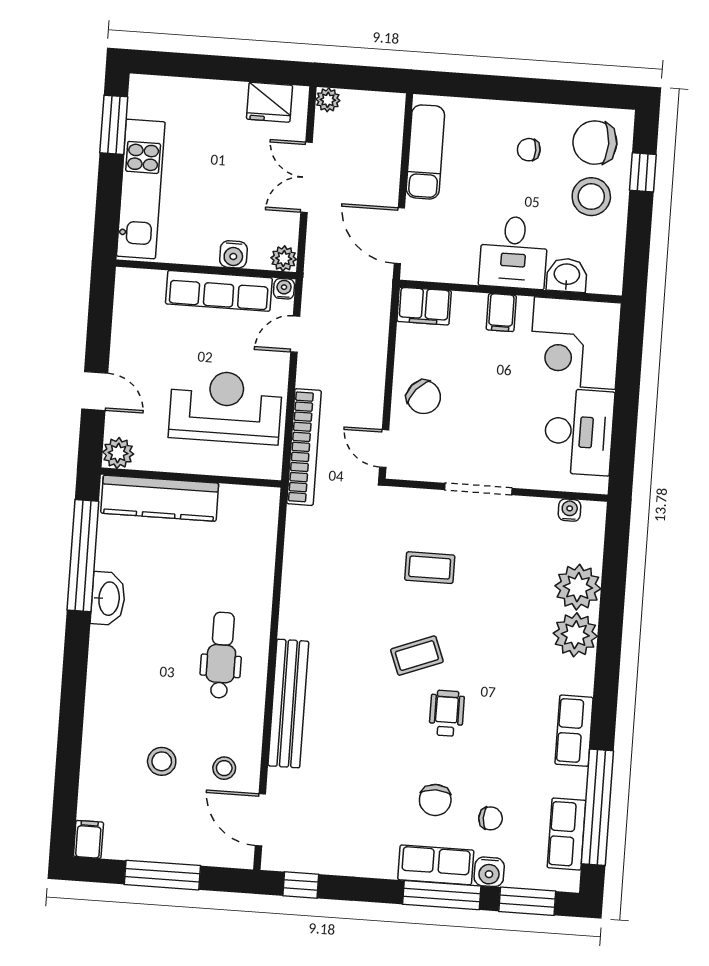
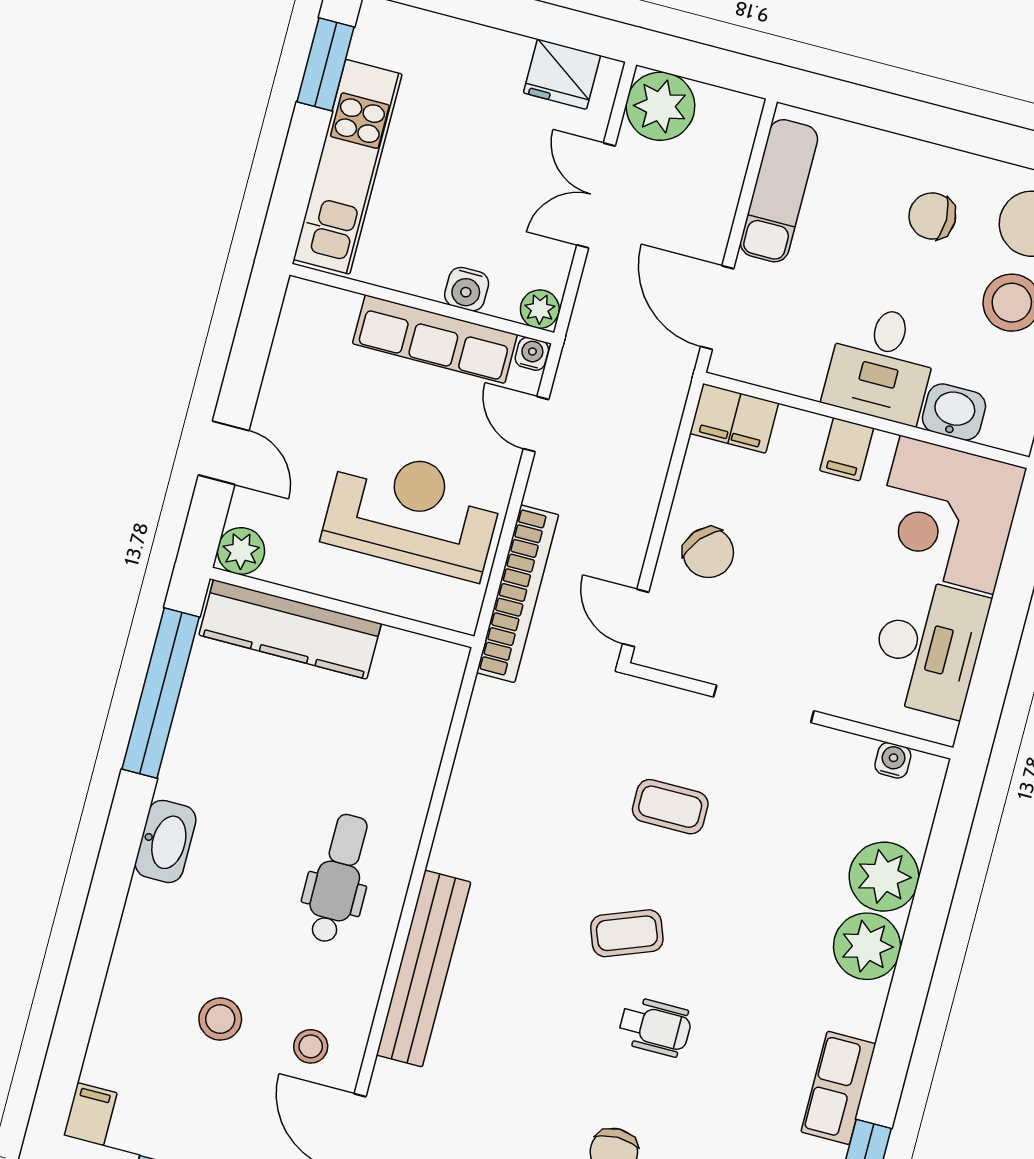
plant: (328, 100) -> (660, 106), width x1.88, depth x1.88
chair: (529, 150) -> (932, 216), width x1.37, depth x1.37
door: (295, 334) -> (536, 424), hinge flipped
washbasin: (108, 599) -> (166, 841), moved
wheelchair: (447, 713) -> (655, 1027), turned 90

